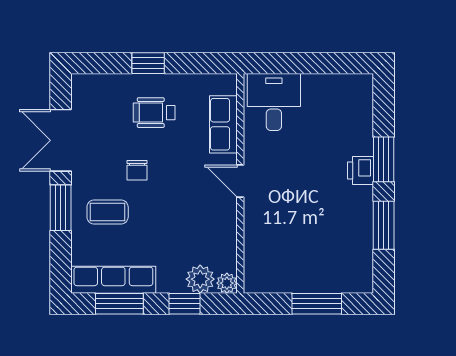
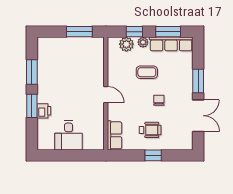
desk: (274, 102) -> (69, 135), moved
row of seats: (223, 124) -> (114, 135), moved
printer: (360, 171) -> (44, 111), moved
coffee table: (108, 212) -> (147, 72), moved
plant: (227, 283) -> (143, 42), moved
window: (317, 304) -> (79, 32), moved

